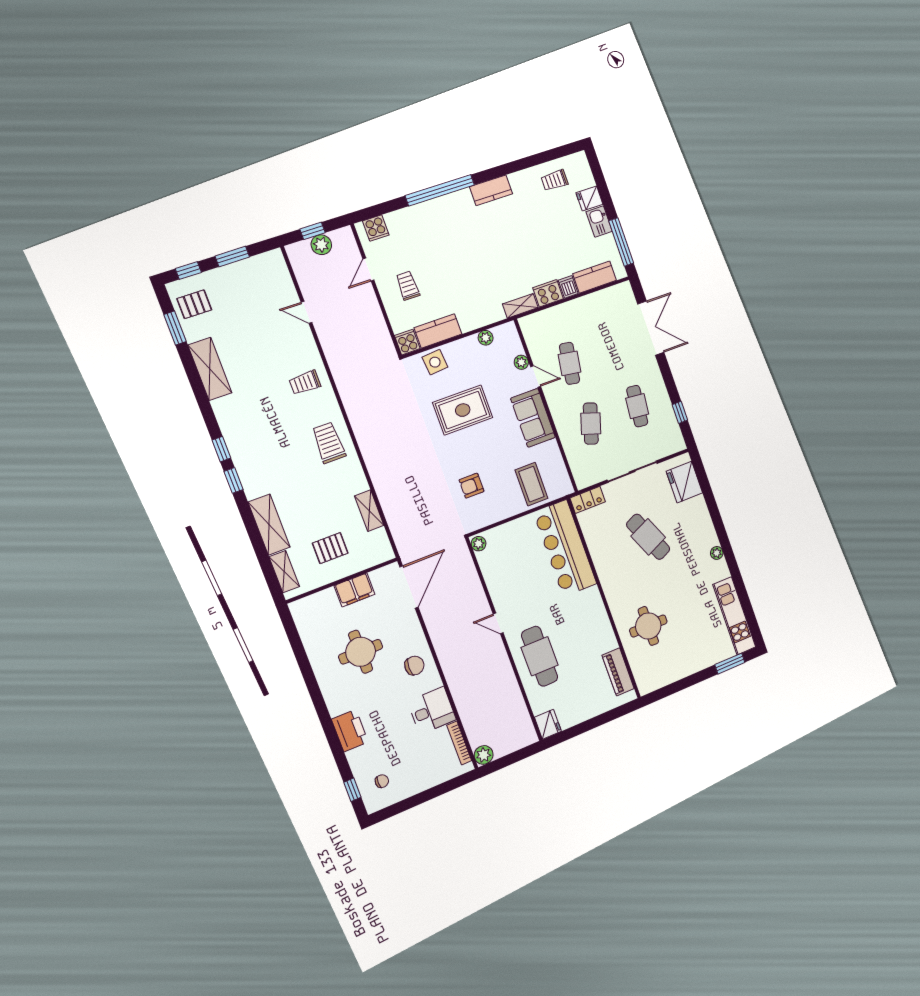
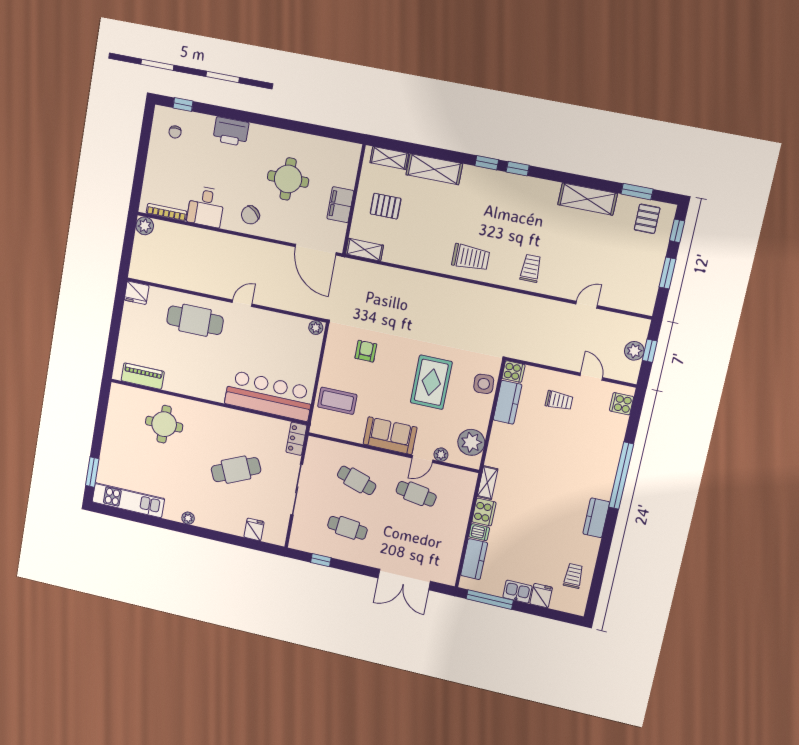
plant: (486, 338) -> (471, 442), width x1.88, depth x1.88
fridge: (684, 482) -> (254, 529), width x0.53, depth x0.75
shelving: (369, 511) -> (364, 250), moved
pallet: (330, 548) -> (386, 206), turned 90
chair: (414, 666) -> (250, 215), turned 40

